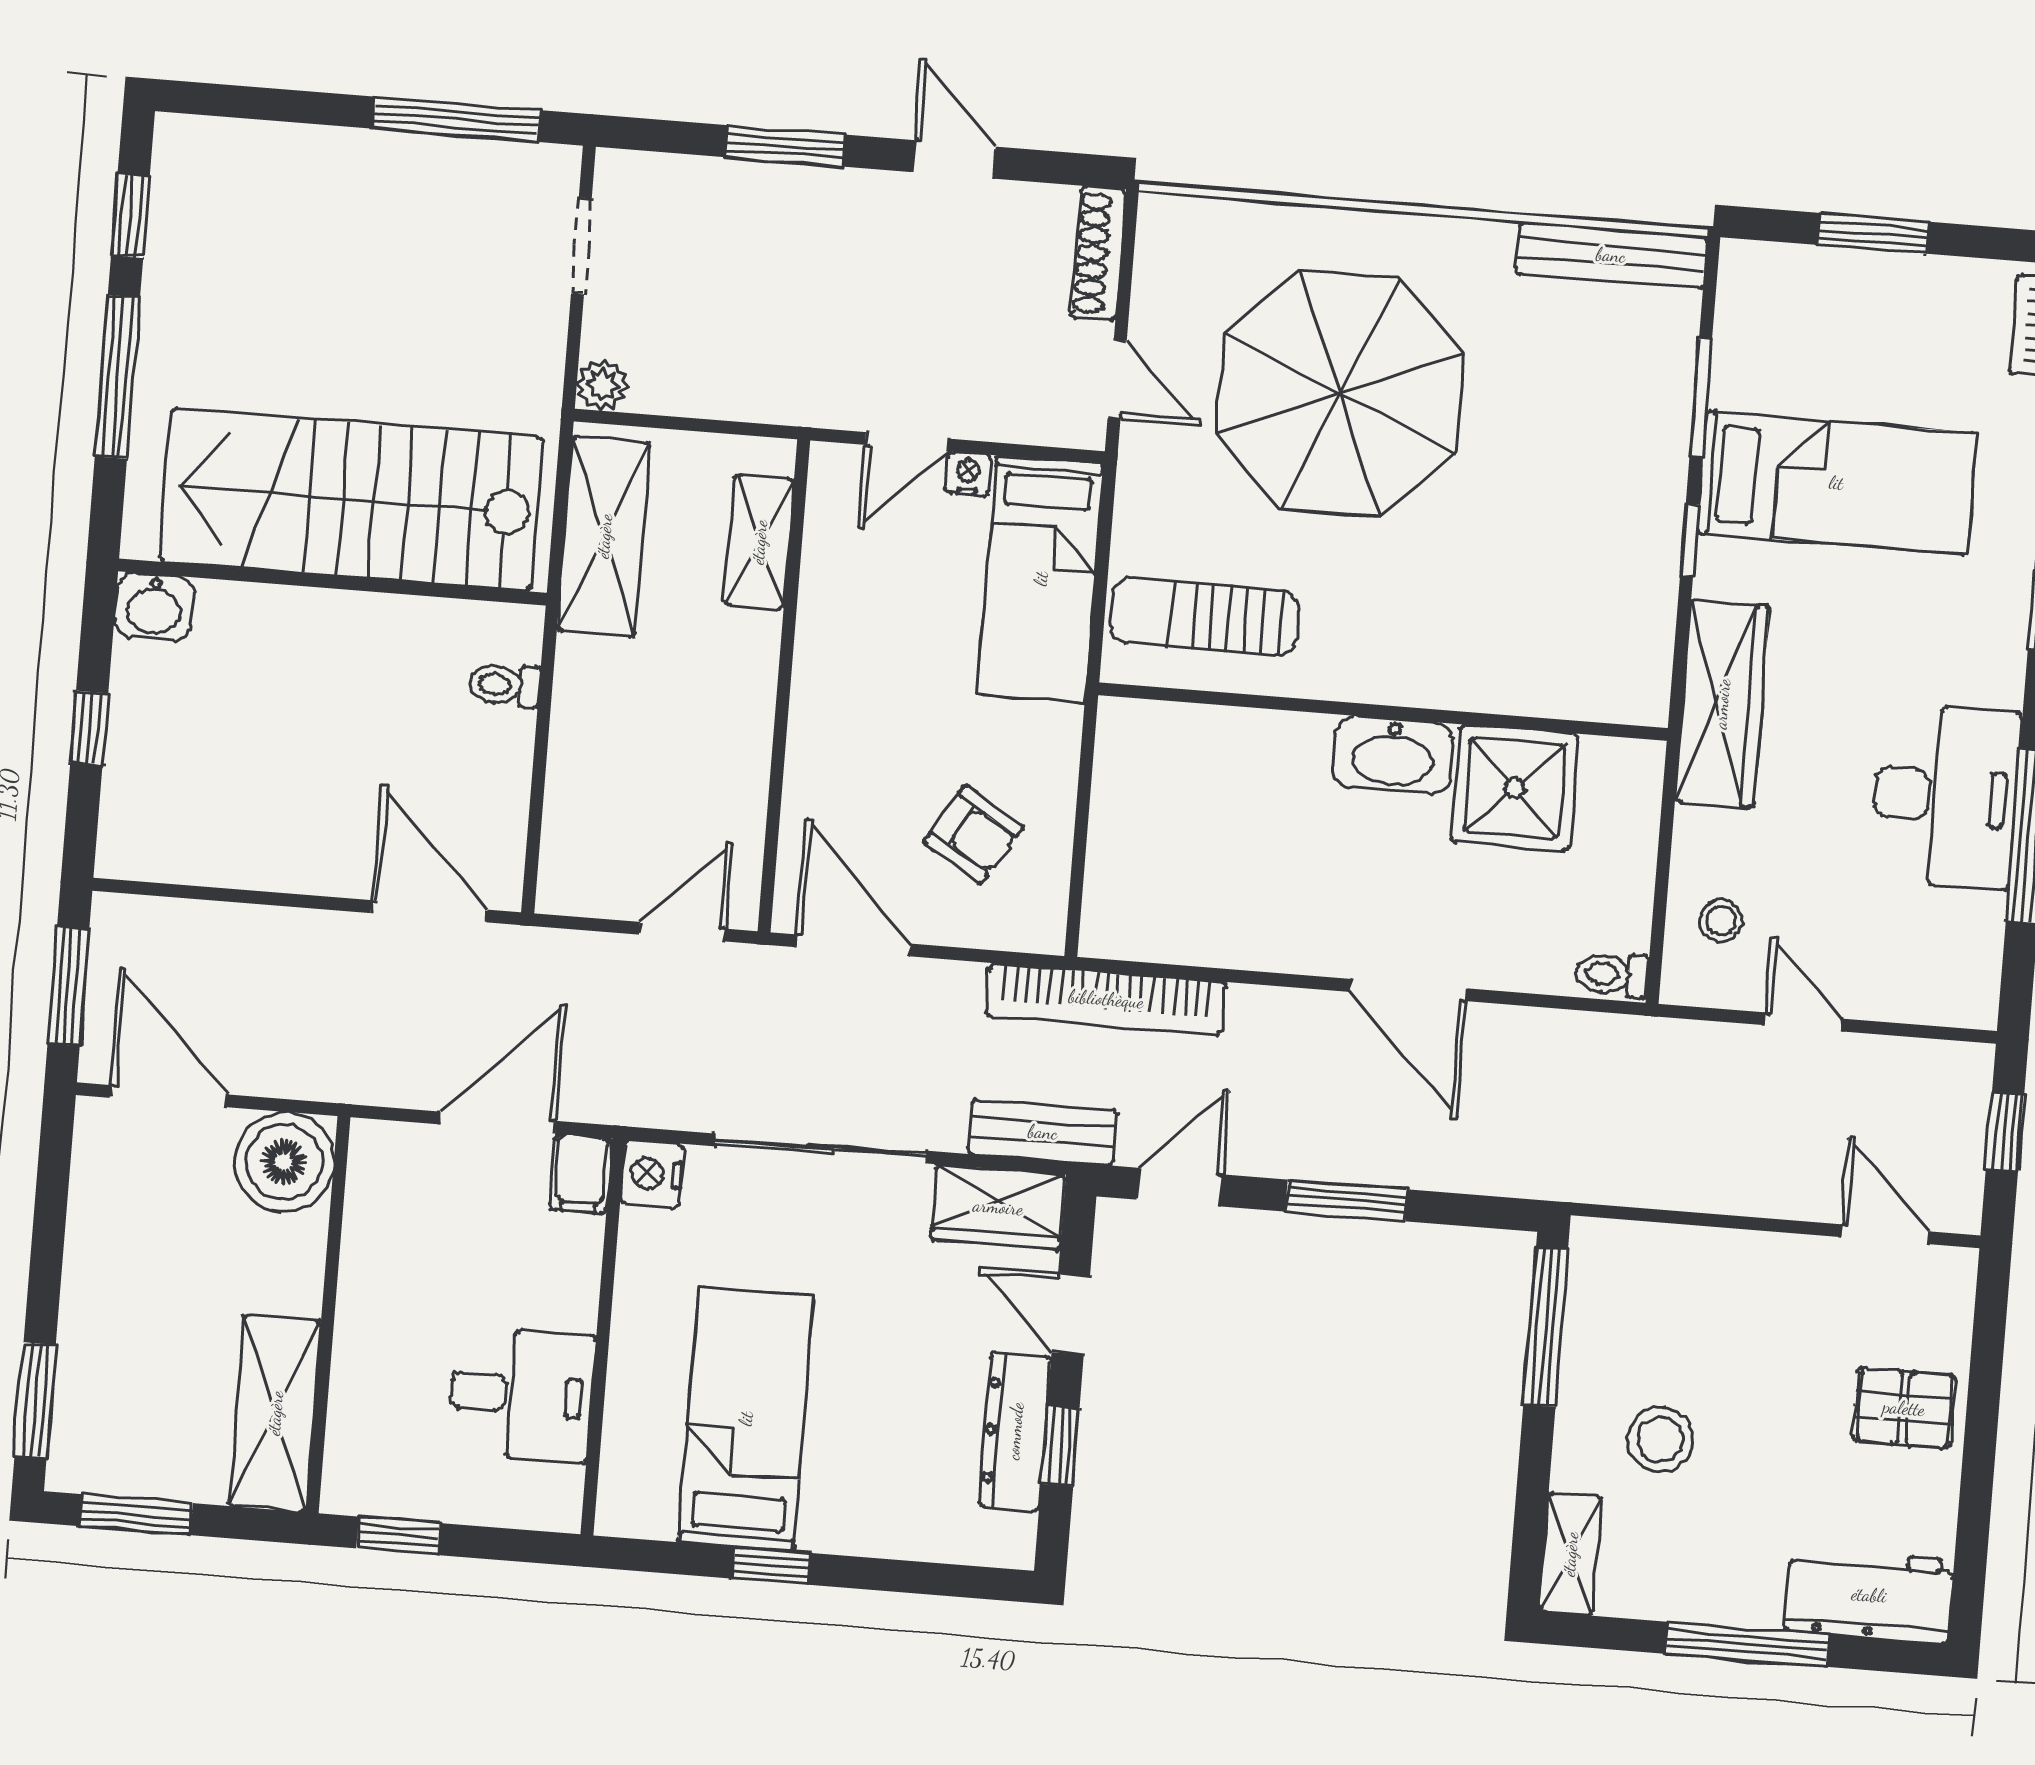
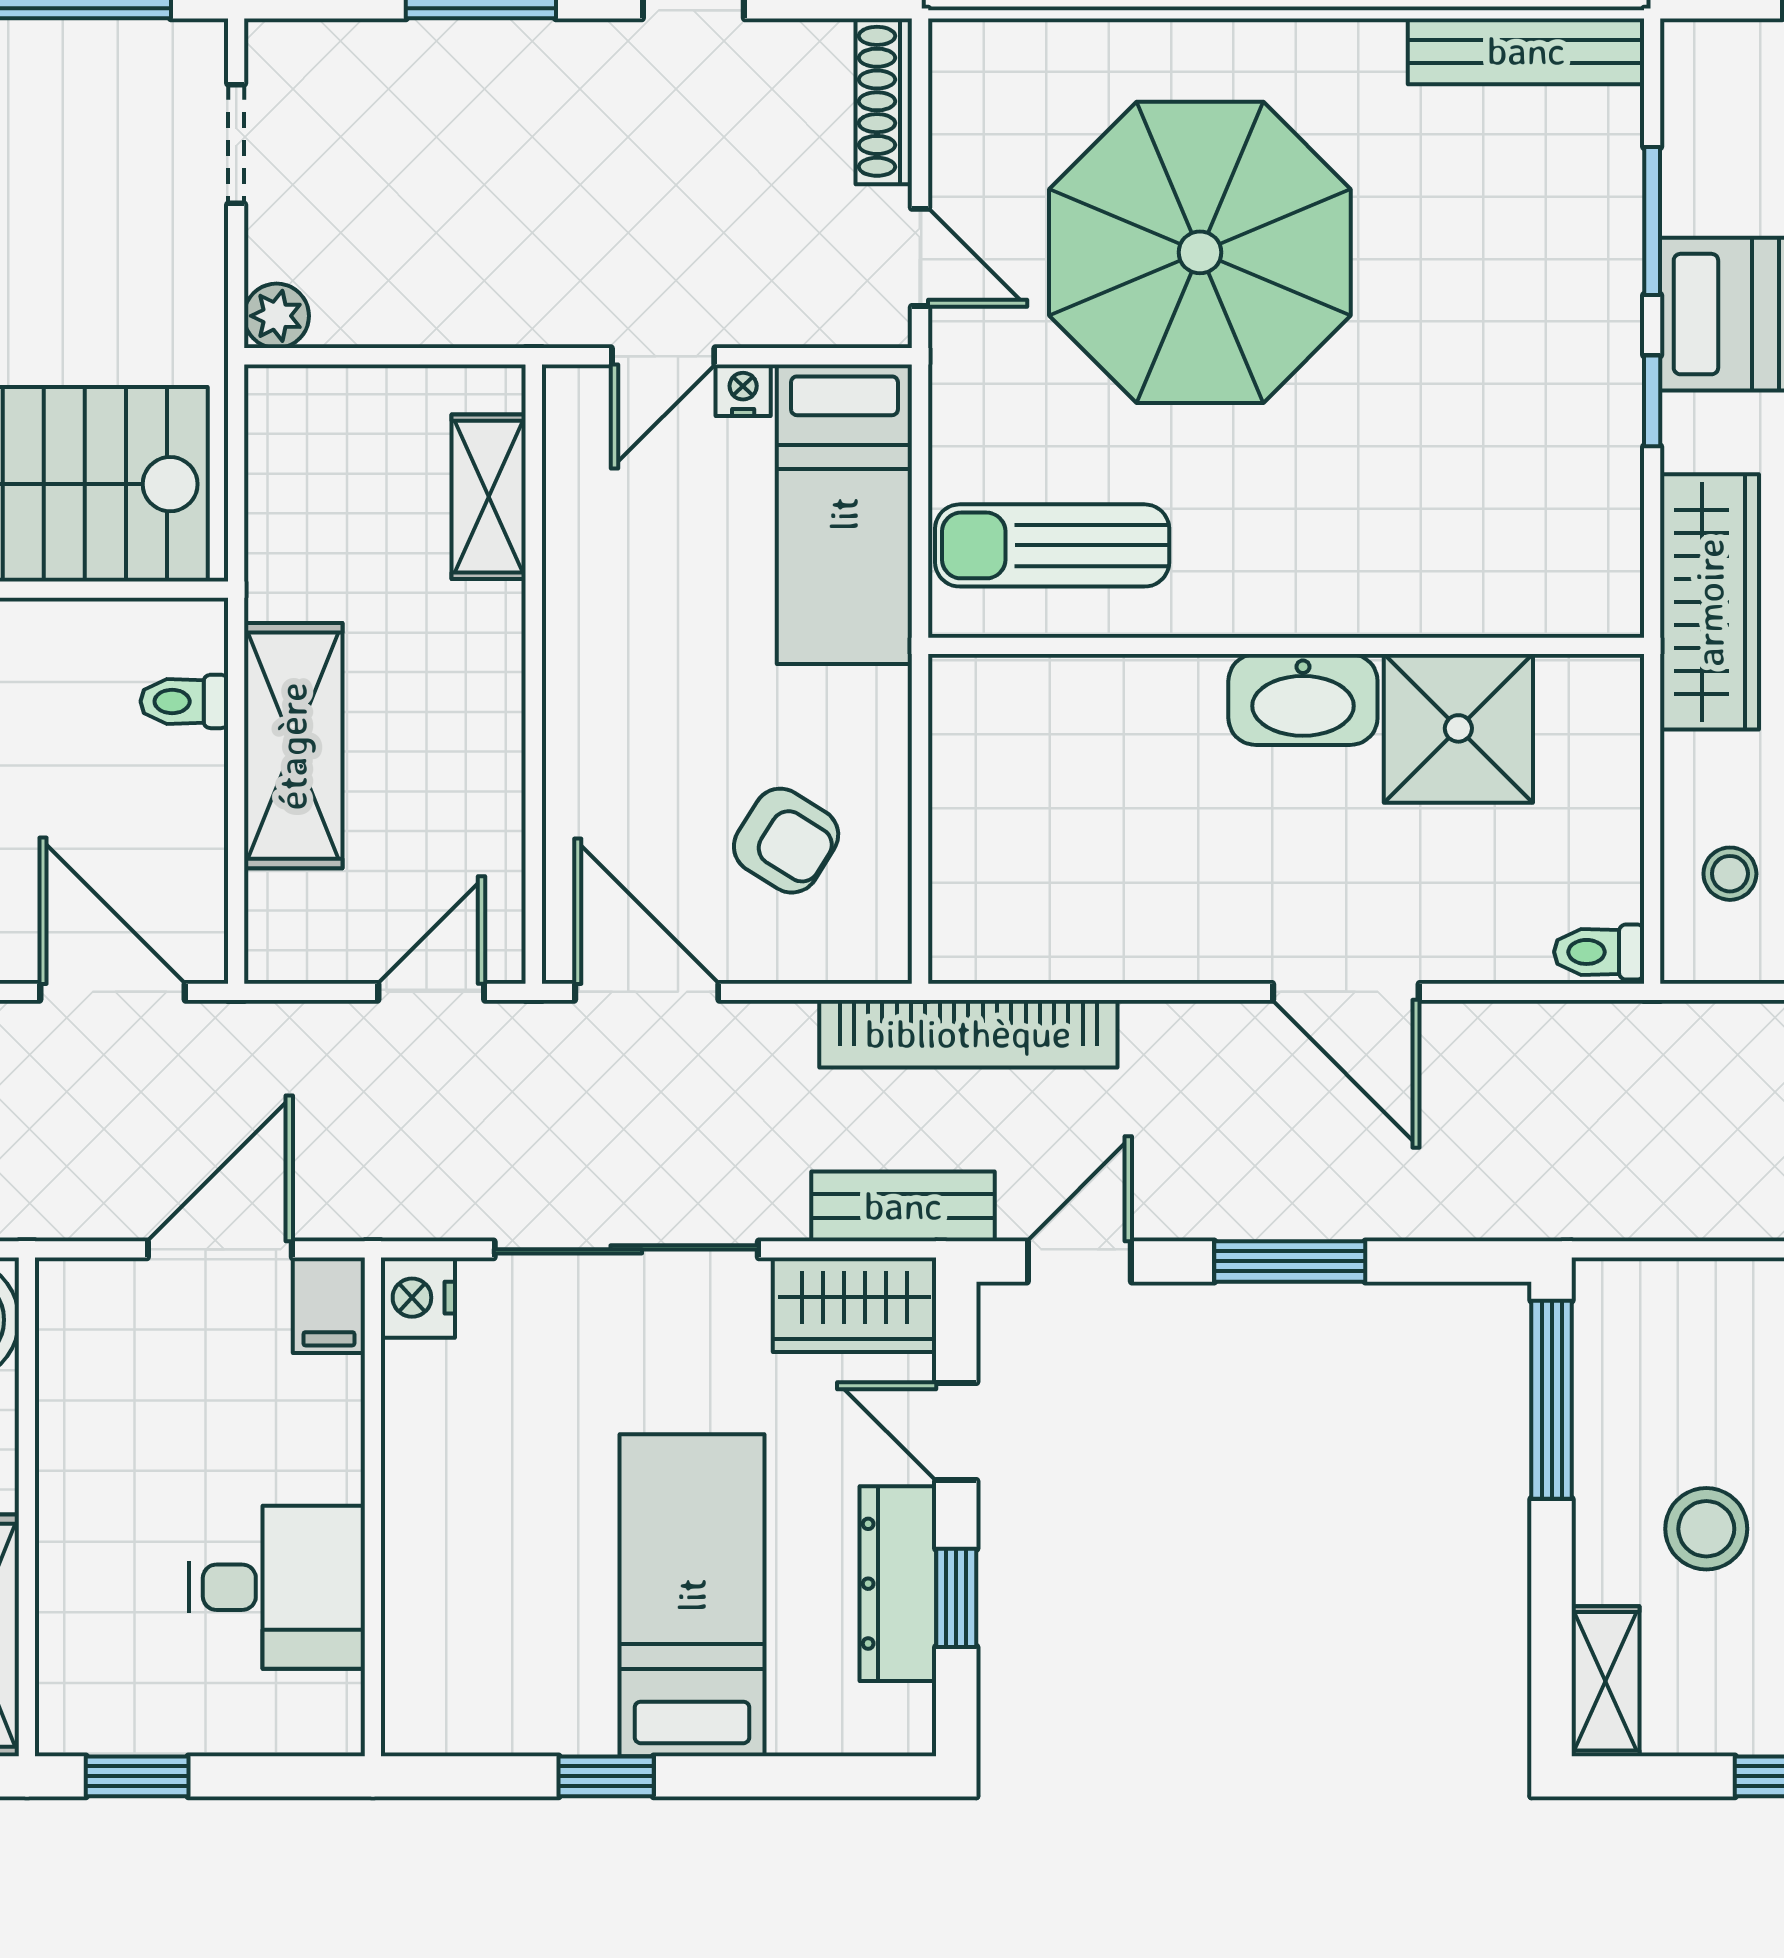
shelving: (604, 536) -> (293, 746), moved
bed: (746, 1419) -> (692, 1595), moved

